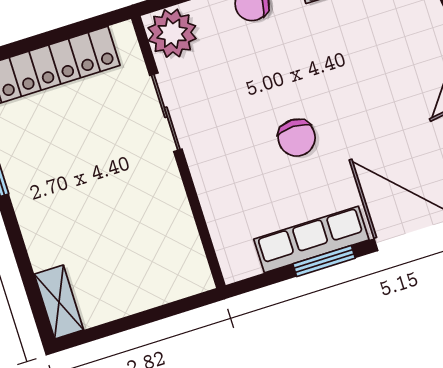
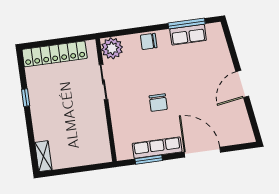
window: (324, 261) -> (149, 160), moved

